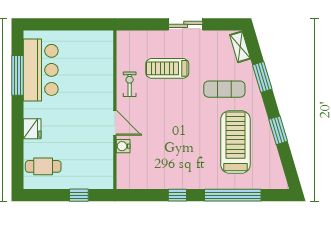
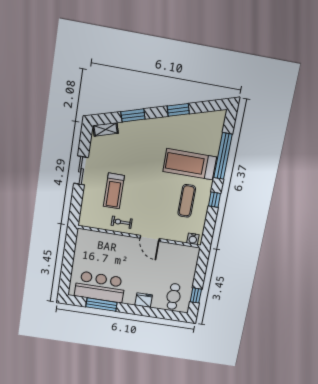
exercise mat: (224, 89) -> (187, 201), moved
door: (115, 123) -> (150, 238), swing flipped
treadmill: (235, 142) -> (190, 164), moved
water cooler: (123, 146) -> (193, 239), moved
window: (79, 195) -> (196, 295), moved

